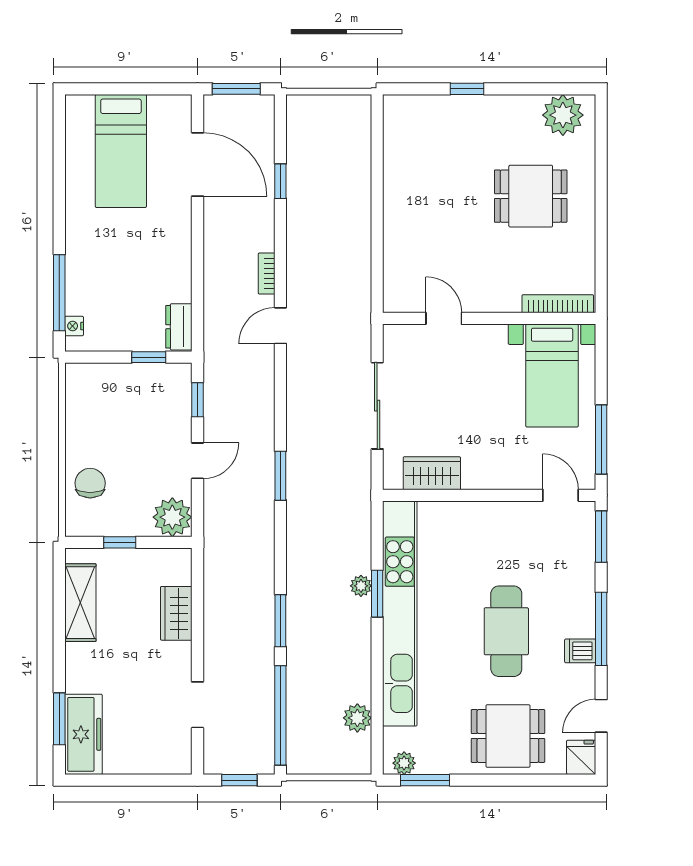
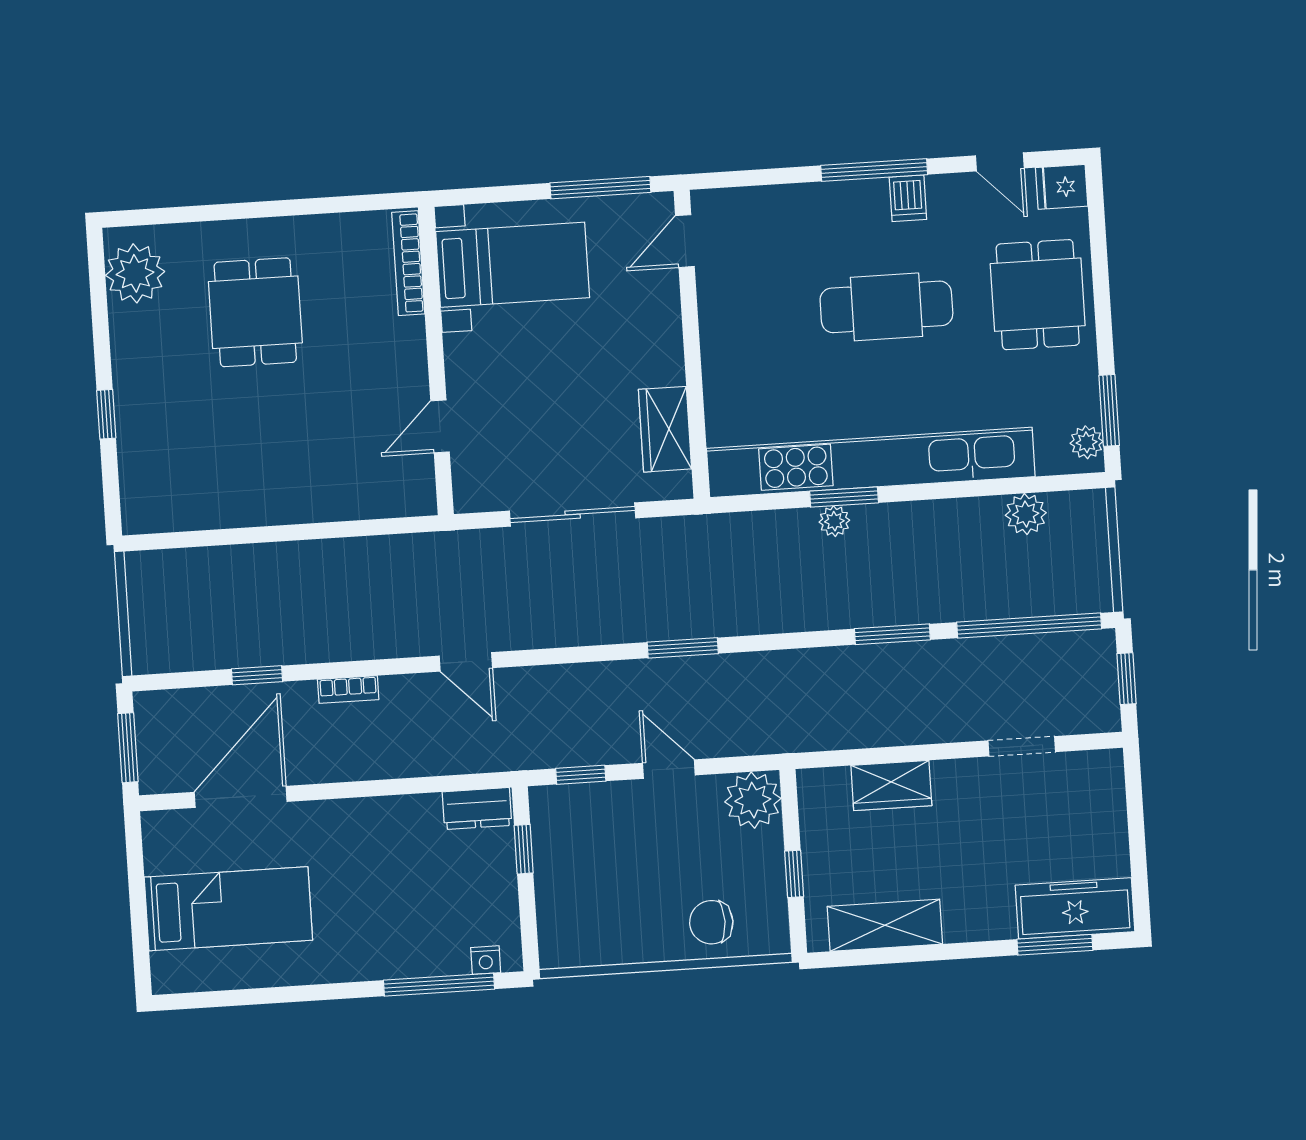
bookcase: (267, 273) -> (348, 690), moved
window: (601, 537) -> (741, 179), removed

